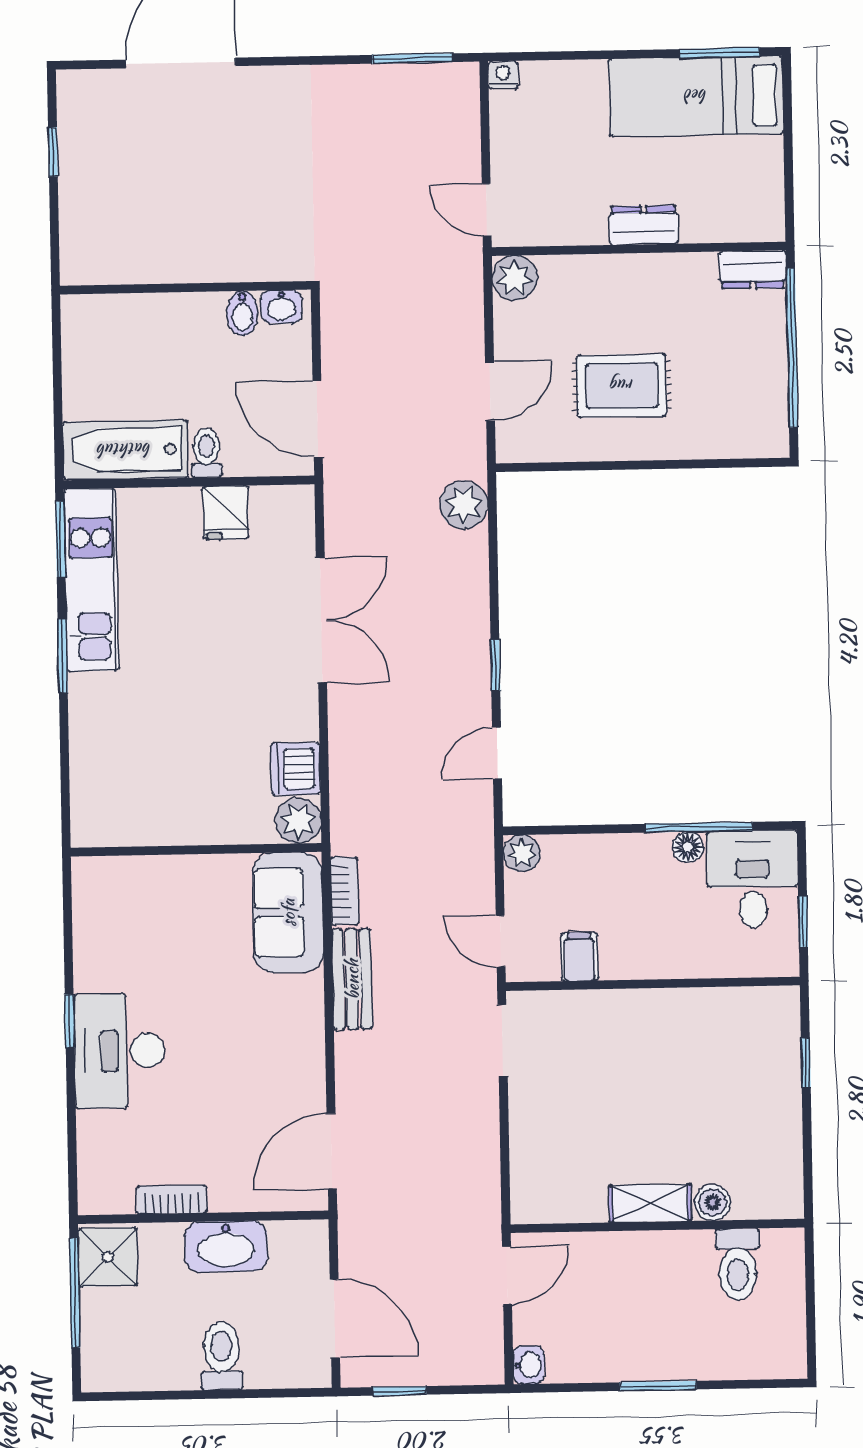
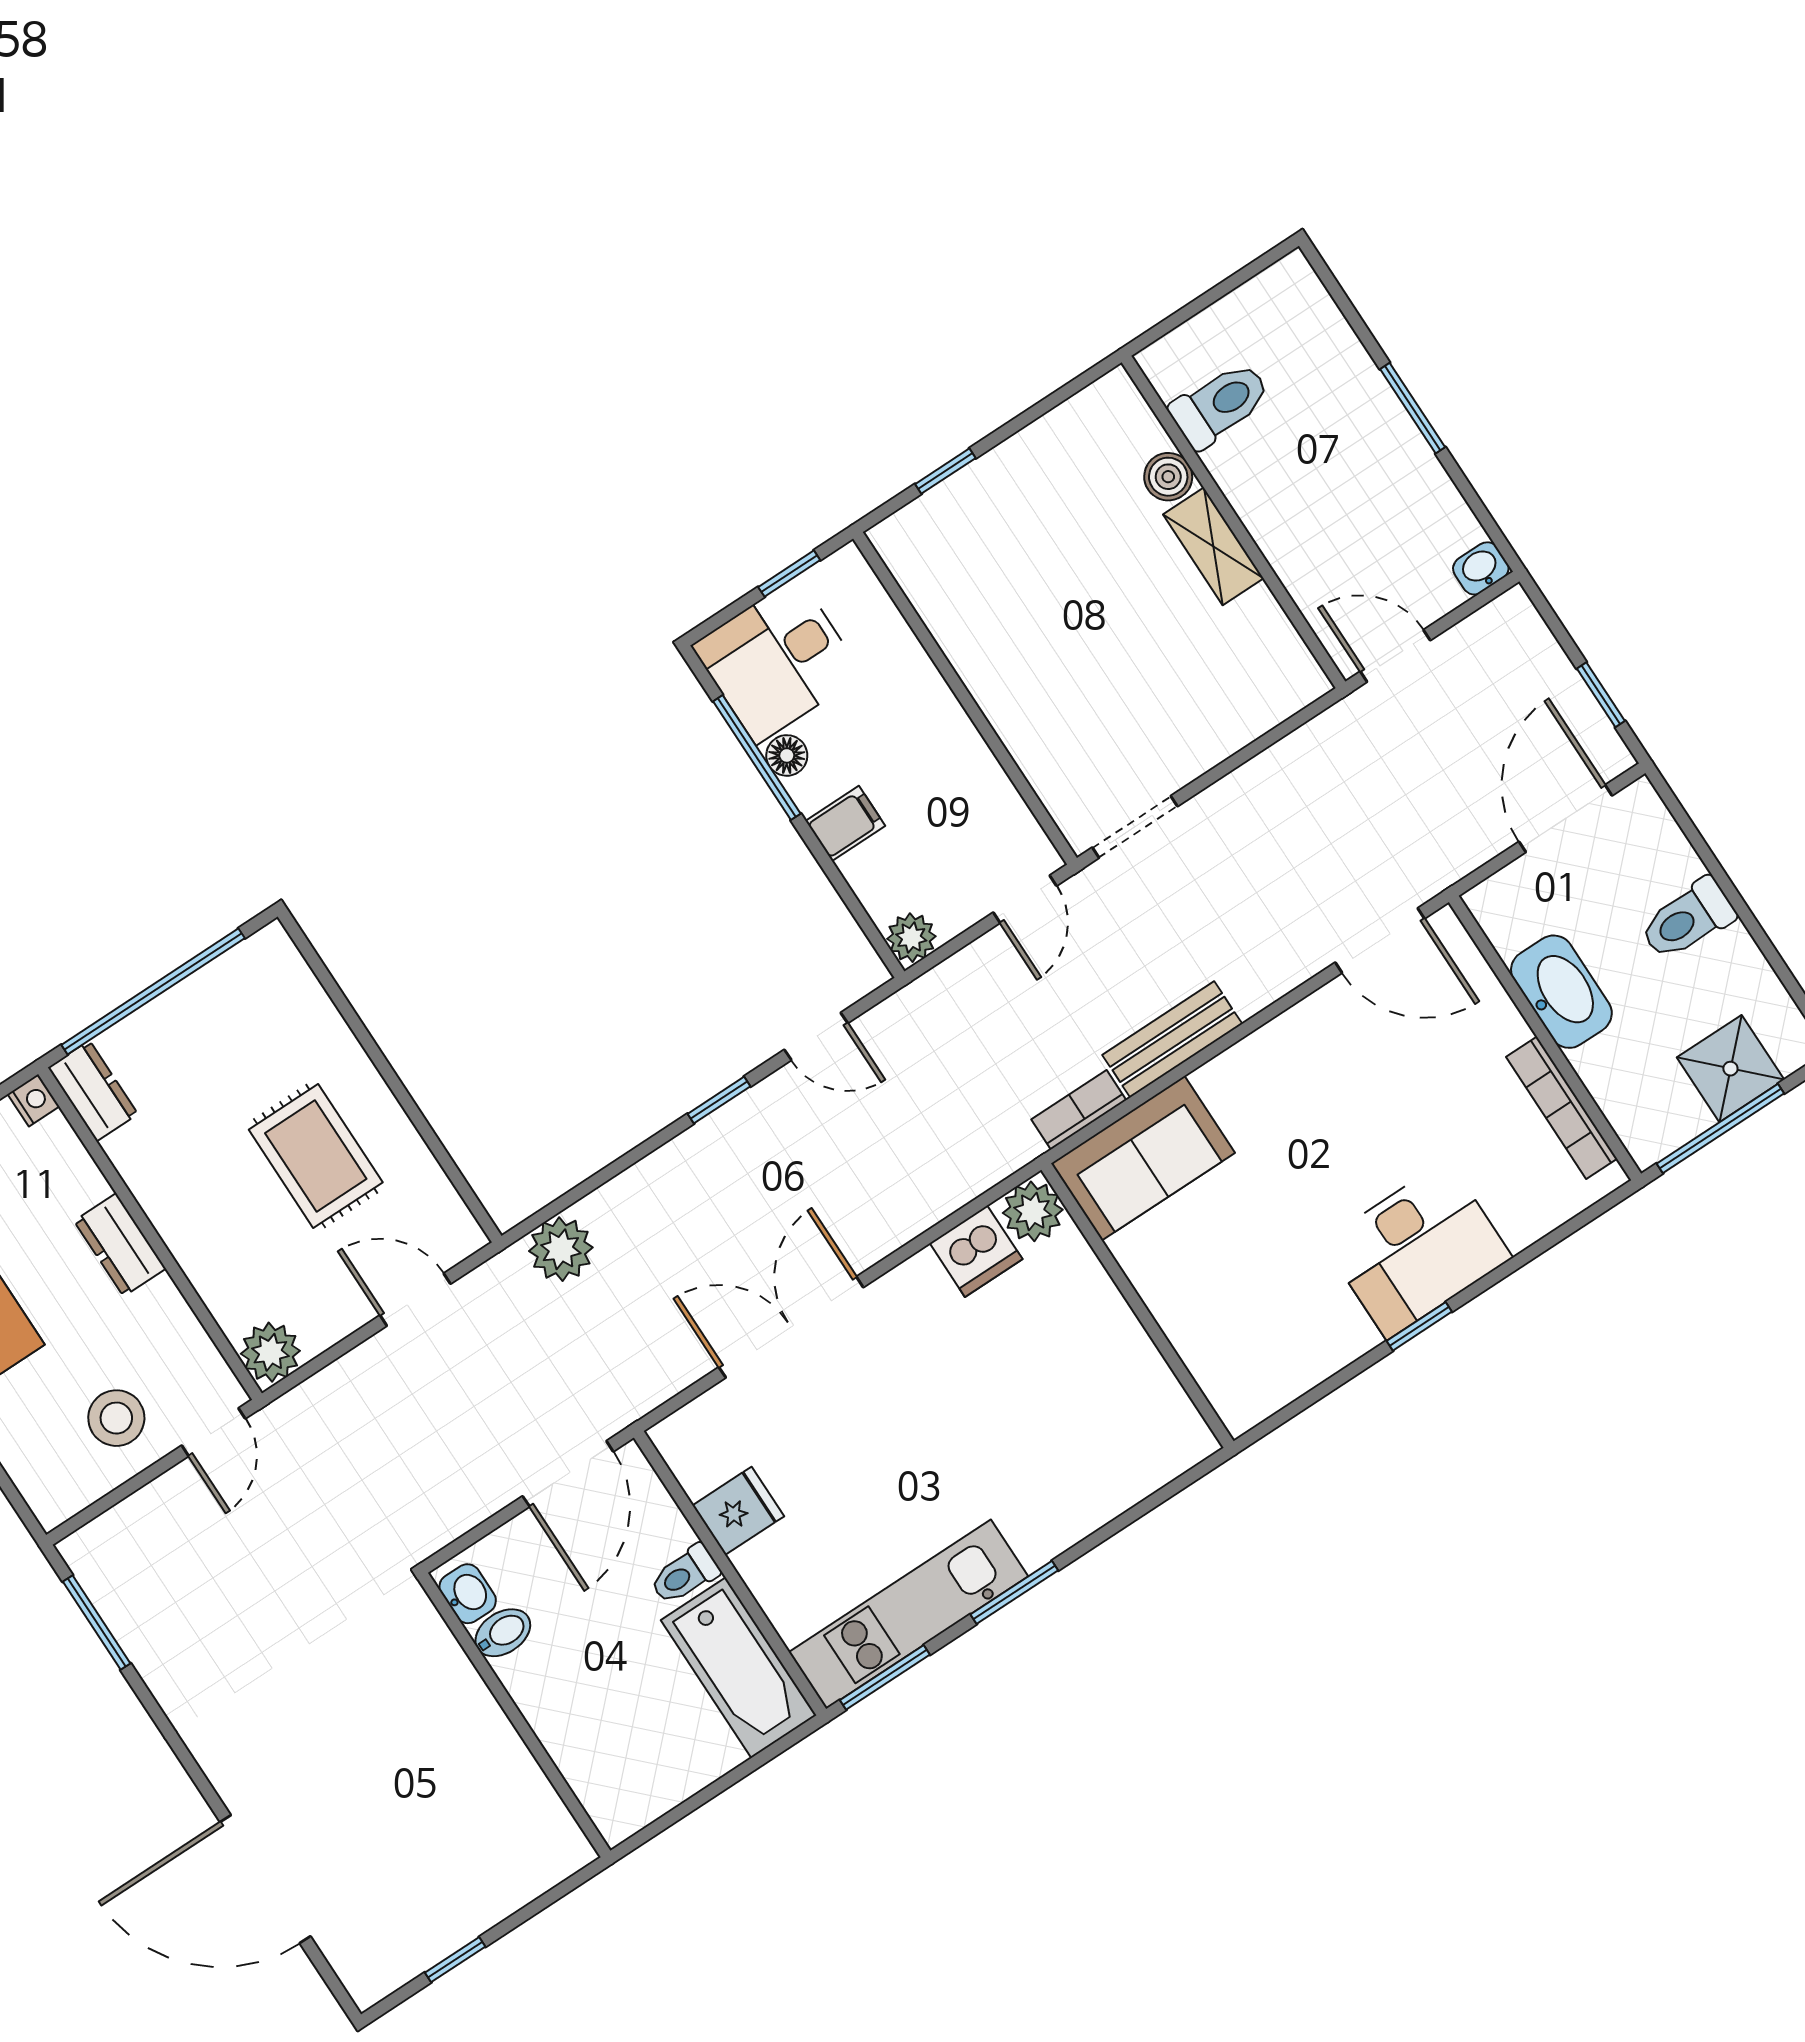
nightstand: (503, 75) -> (33, 1100), moved, turned 180
stool: (535, 153) -> (116, 1418), added
filing cabinet: (579, 957) -> (845, 823), moved, turned 180
bookcase: (172, 1199) -> (1562, 1108), width x1.56
shower: (108, 1257) -> (1730, 1069), moved

